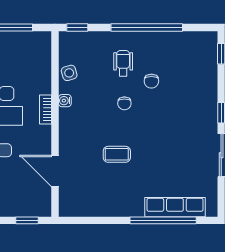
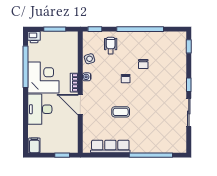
wheelchair: (123, 63) -> (111, 45), moved
door: (55, 171) -> (80, 105), moved
row of seats: (175, 207) -> (110, 146), moved

